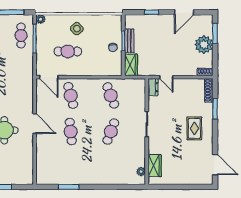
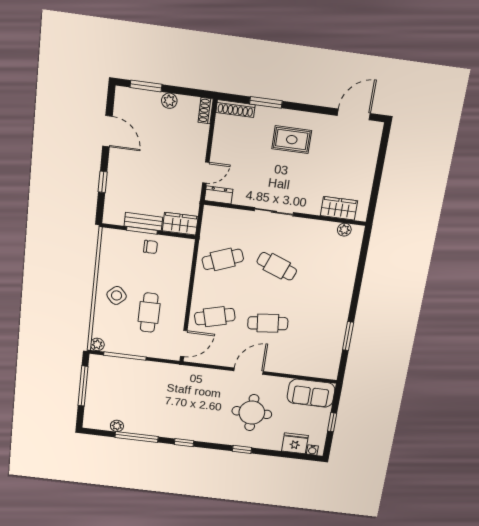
cafe table: (21, 36) -> (119, 374), removed
plant: (204, 45) -> (169, 101), width x0.53, depth x0.53
sofa: (24, 169) -> (311, 393), added

